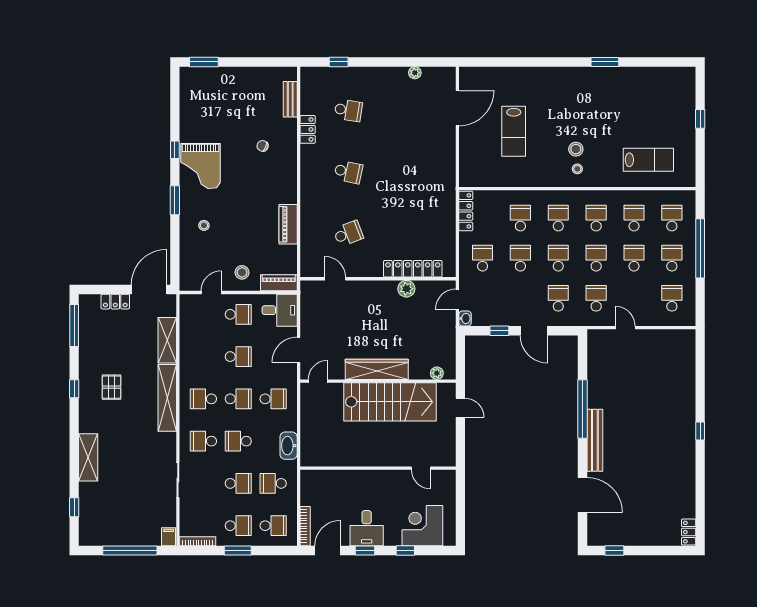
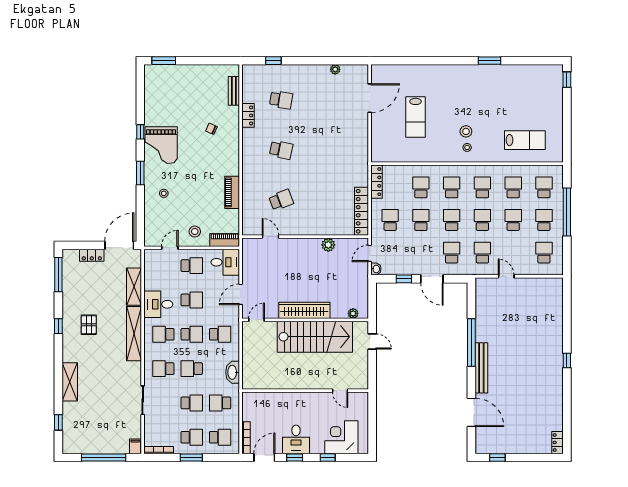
window: (700, 119) -> (567, 80), moved
locker: (413, 269) -> (362, 211), moved, turned -90
desk: (197, 362) -> (158, 304), added

